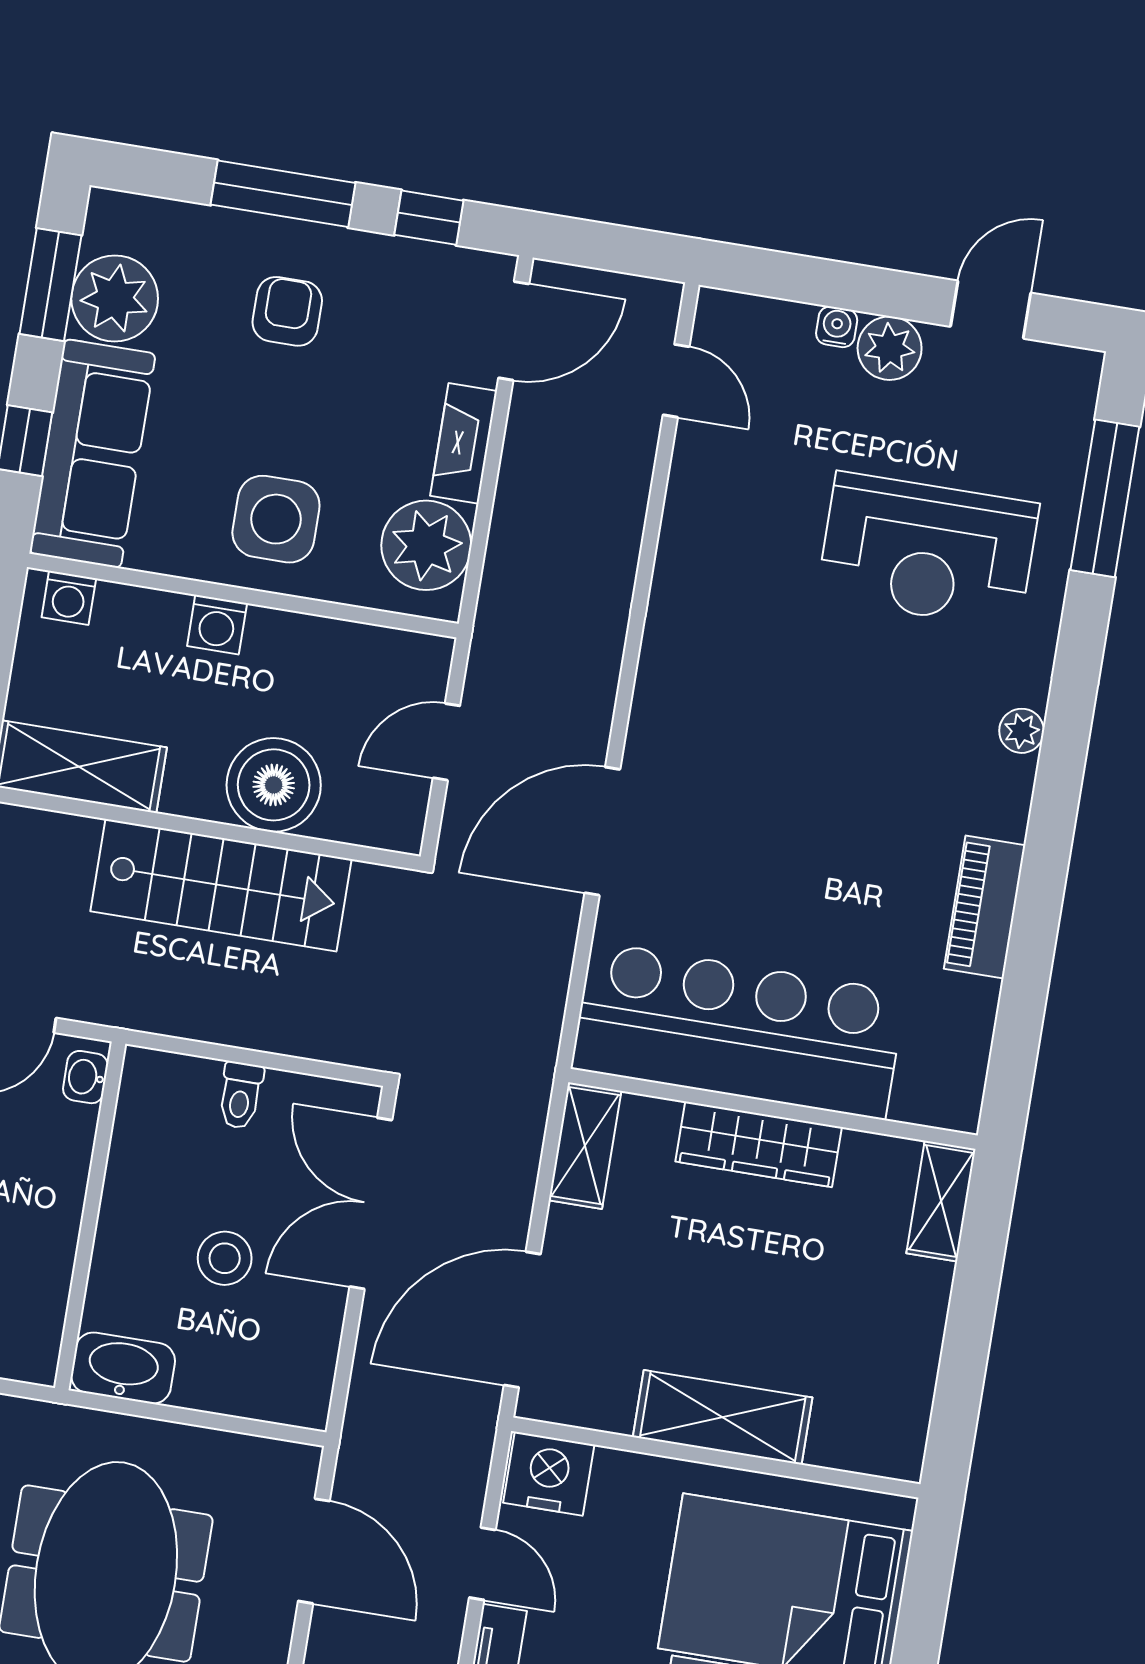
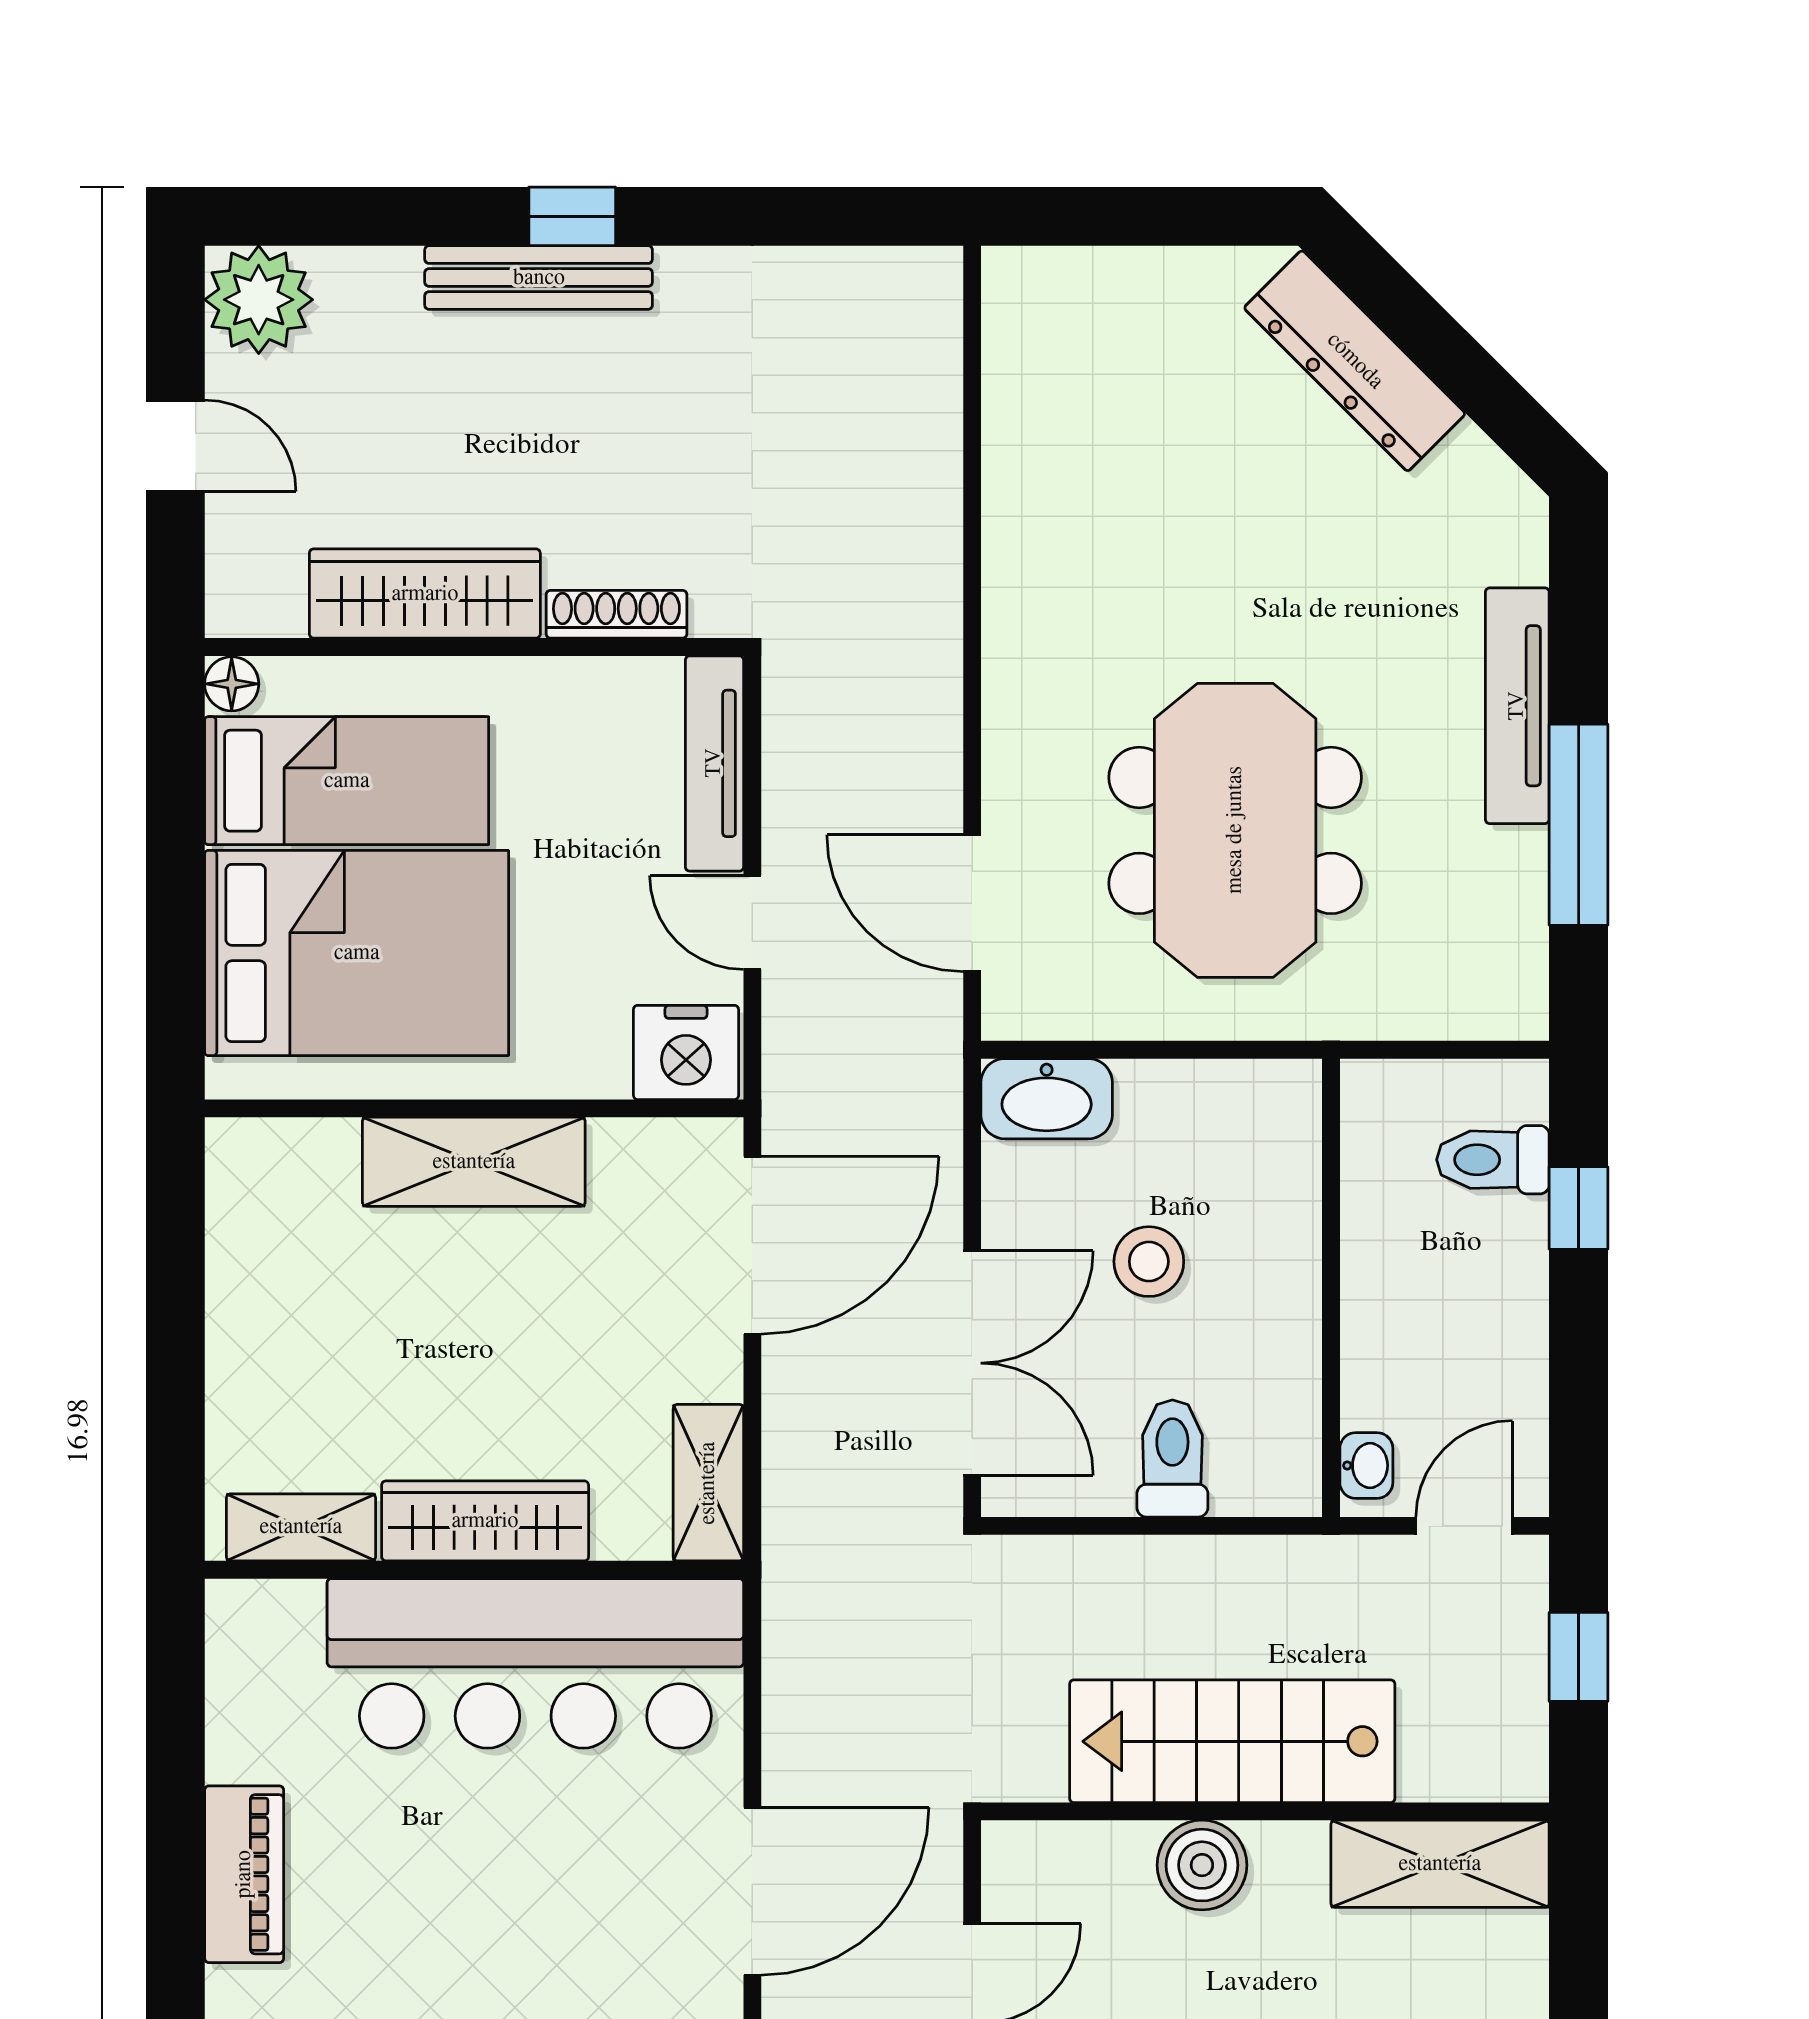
boiler: (274, 785) -> (1202, 1865), width x0.73, depth x0.73
toilet: (240, 1095) -> (1172, 1458), width x1.37, depth x1.39
shelving: (941, 1201) -> (301, 1527), moved, turned 90
washbasin: (123, 1368) -> (1047, 1099), moved

